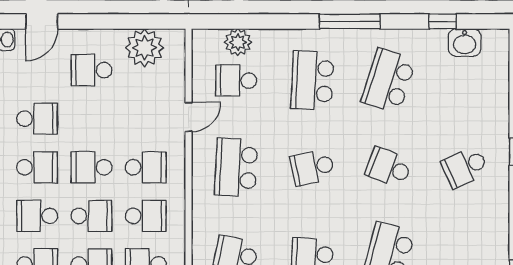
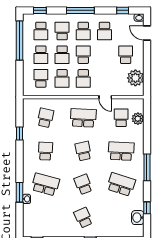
school desk: (389, 167) -> (83, 184), turned -42

